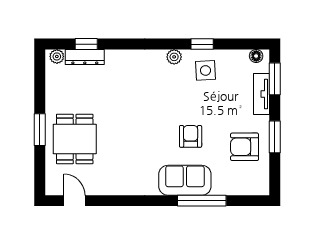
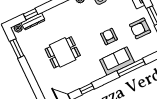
window: (40, 130) -> (17, 49), moved
dining table: (75, 139) -> (63, 52), moved, turned 90
window: (118, 201) -> (87, 89), added

